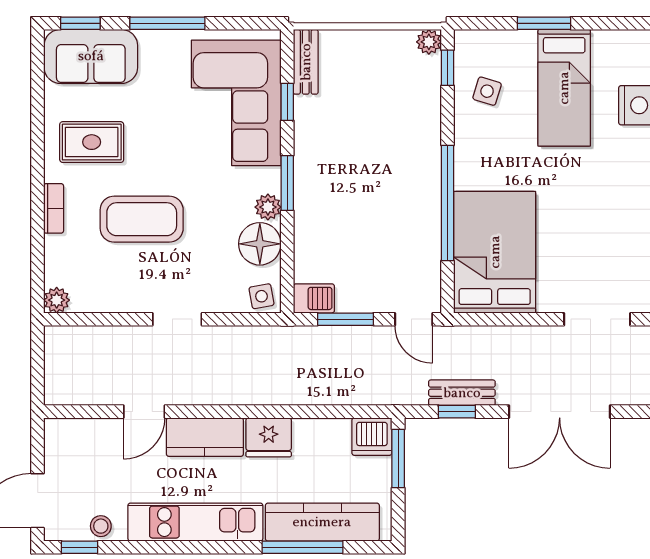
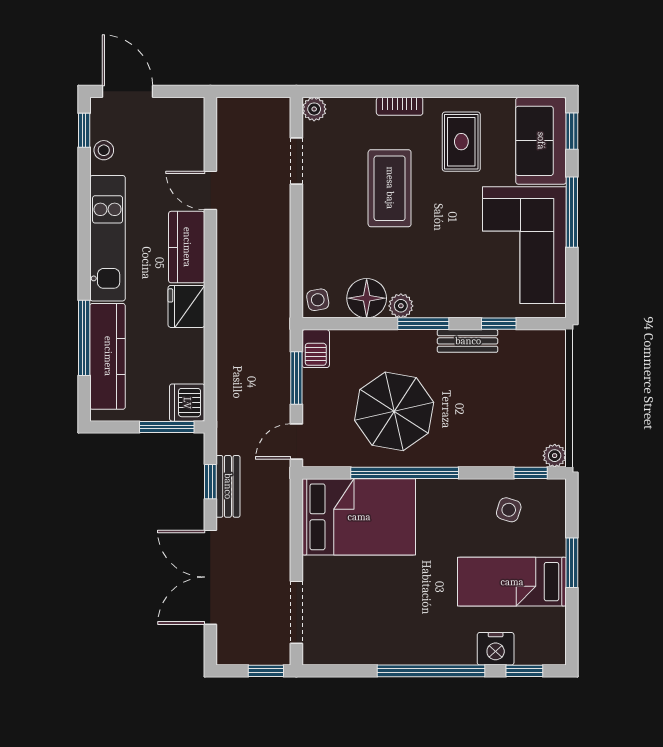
bench: (306, 62) -> (468, 341), moved
corner sofa: (236, 103) -> (524, 245), moved, turned -90
parasol: (381, 214) -> (394, 411), added
doorway: (177, 319) -> (296, 161), moved

